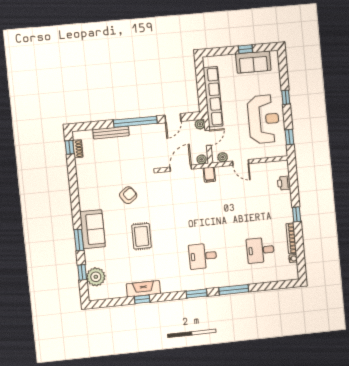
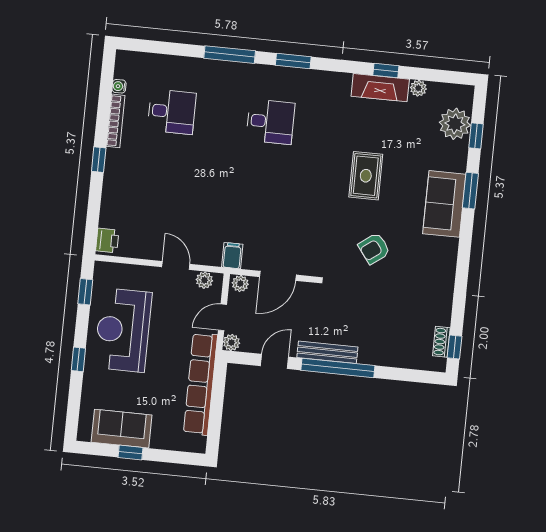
bench: (111, 133) -> (327, 352), moved
printer: (284, 183) -> (107, 241), moved
plant: (121, 293) -> (418, 88), added

